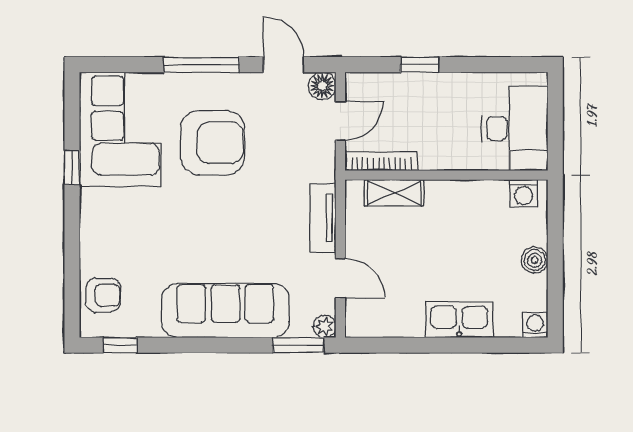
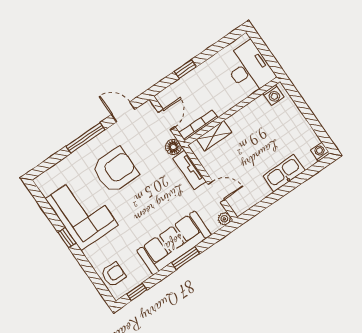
floor lamp: (322, 86) -> (173, 147), moved
corner sofa: (120, 129) -> (82, 212), moved
window: (72, 167) -> (67, 238), moved
boiler: (535, 260) -> (300, 122), removed
window: (298, 345) -> (186, 258), moved

